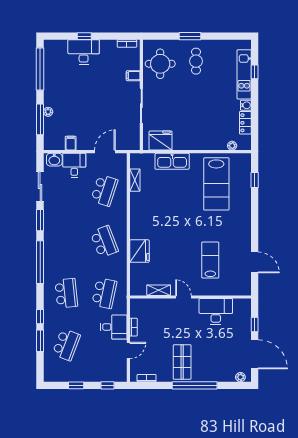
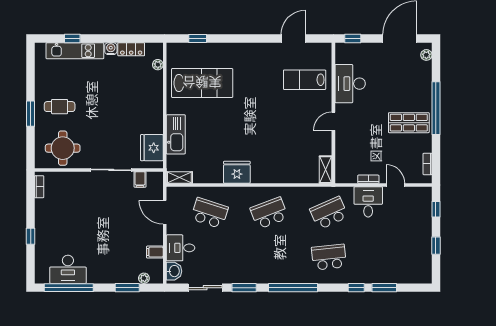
desk: (84, 52) -> (68, 269), moved, turned -90
filing cabinet: (133, 76) -> (140, 179), moved
plant: (48, 112) -> (144, 278), moved
window: (40, 119) -> (127, 288), width x0.69
shelving: (135, 180) -> (179, 177), moved
fridge: (139, 251) -> (237, 172), moved
lab bench: (210, 260) -> (305, 80), moved
shelving: (159, 290) -> (326, 170), moved
school desk: (104, 293) -> (329, 213), turned -36
window: (255, 325) -> (353, 39), moved
school desk: (66, 345) -> (389, 257), removed

